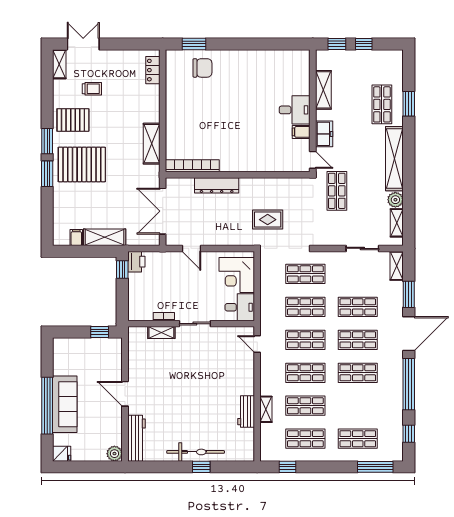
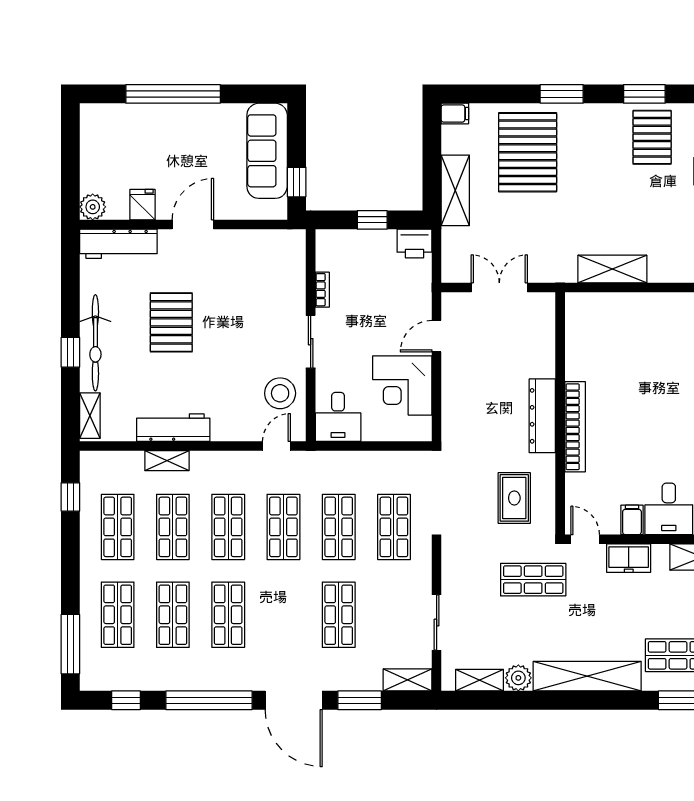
window: (47, 141) -> (644, 94), moved
door: (313, 160) -> (585, 539), swing flipped
pallet: (82, 164) -> (528, 152), moved
bookcase: (192, 166) -> (575, 427), moved
dresser: (217, 185) -> (542, 416), moved
double door: (163, 211) -> (499, 287), width x0.73
rug: (268, 220) -> (514, 498), moved
filing cabinet: (76, 238) -> (455, 114), moved
window: (122, 269) -> (372, 220), moved
corner desk: (237, 275) -> (402, 385), moved, turned -90
shelving: (161, 332) -> (90, 416), moved
shop shelf: (358, 340) -> (173, 615), moved
stool: (226, 342) -> (280, 393), added
sofa: (65, 404) -> (267, 151), moved, turned 90
pallet: (183, 407) -> (171, 322), added
workbench: (246, 411) -> (173, 428), width x1.38
fridge: (62, 454) -> (143, 205), moved, turned 180

